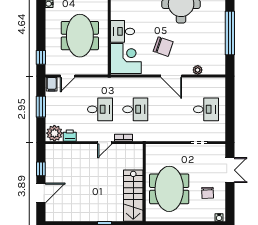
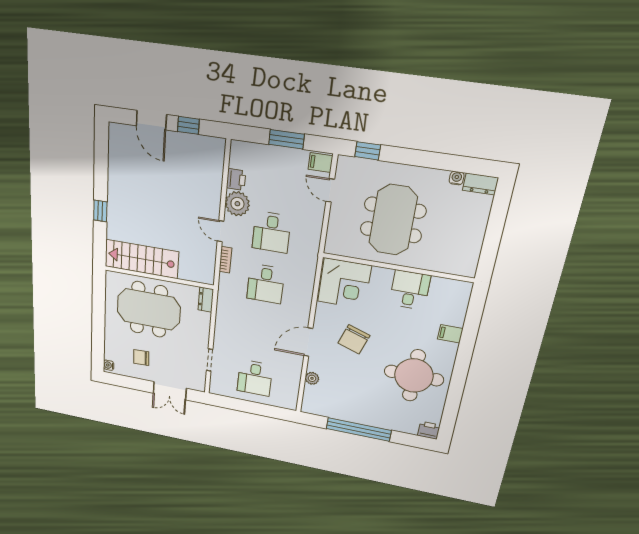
desk: (123, 31) -> (410, 290), moved
meeting table: (80, 36) -> (393, 220), turned 90
plant: (54, 133) -> (237, 204), moved
dresser: (154, 149) -> (206, 300), added

